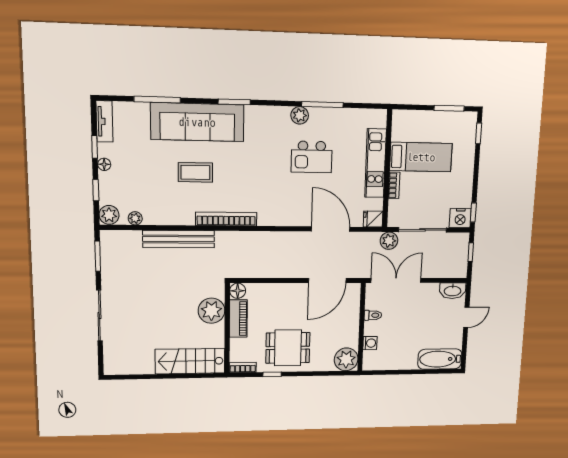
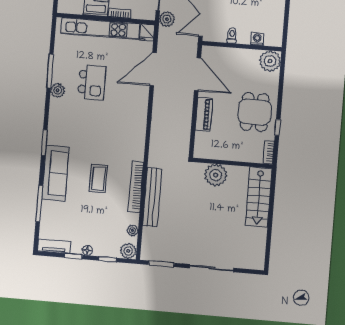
sofa: (197, 122) -> (55, 173), width x0.74, depth x0.79
kitchen unit: (376, 163) -> (100, 28), width x1.36
bookcase: (226, 219) -> (136, 187), moved
floor lamp: (238, 291) -> (200, 152), removed
piano: (238, 319) -> (204, 114), moved, turned 90

